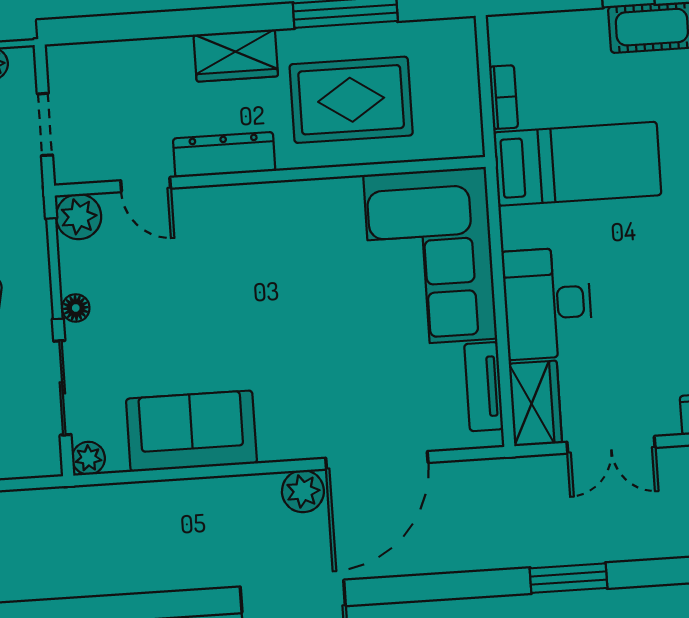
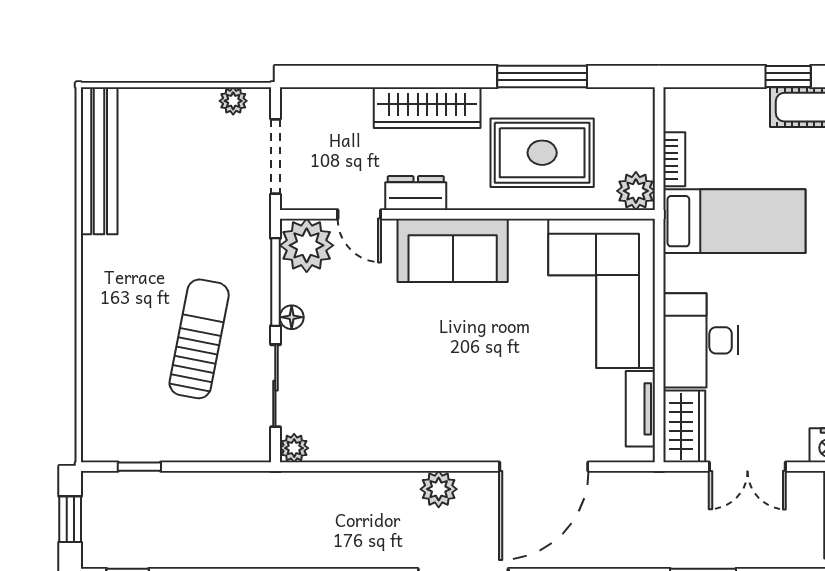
wardrobe: (236, 55) -> (427, 108), width x1.50
doorway: (45, 124) -> (275, 156), width x1.38
plant: (462, 137) -> (636, 191), added
dresser: (224, 155) -> (416, 193), width x0.70
plant: (79, 217) -> (307, 245), width x1.36, depth x1.36
sofa: (191, 431) -> (453, 250), moved, turned 180
plant: (303, 491) -> (439, 489), moved

